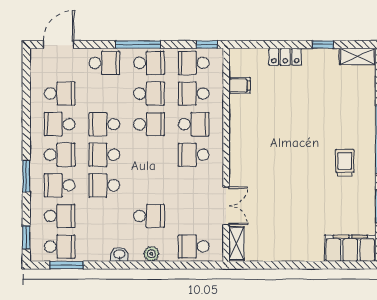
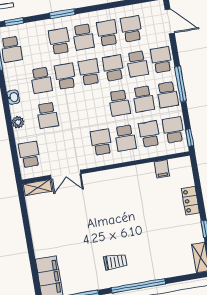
school desk: (104, 63) -> (161, 60), turned 180
school desk: (60, 94) -> (131, 29), turned 180
school desk: (104, 94) -> (137, 64), added
school desk: (60, 216) -> (41, 80), moved

